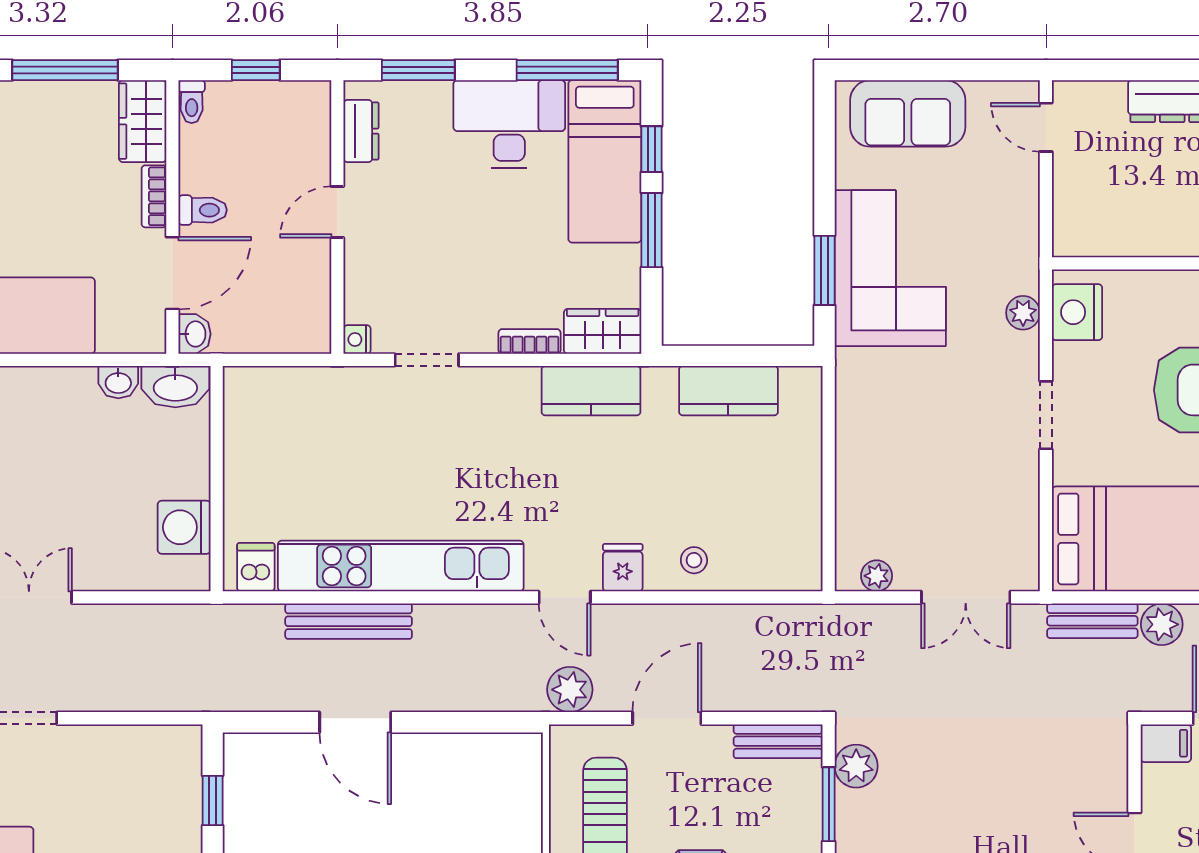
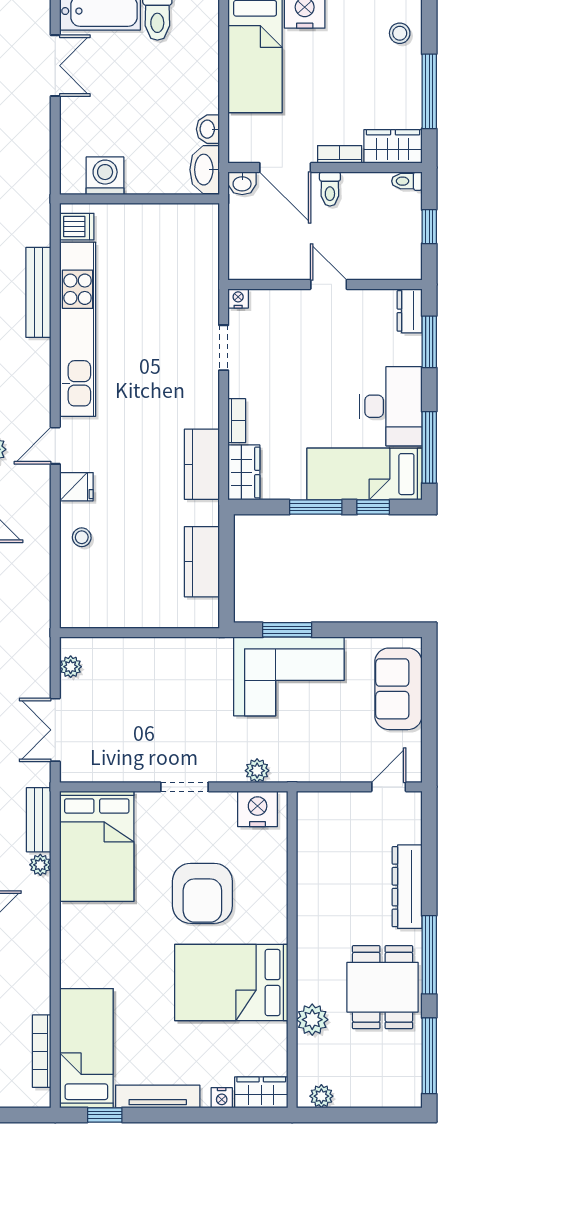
dresser: (361, 131) -> (410, 311), moved, turned 90
plant: (1162, 624) -> (40, 865), width x0.73, depth x0.73

